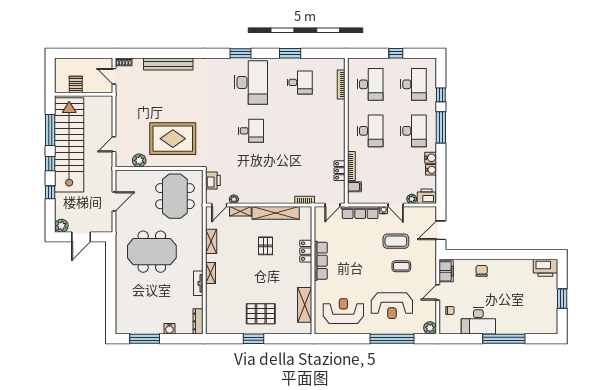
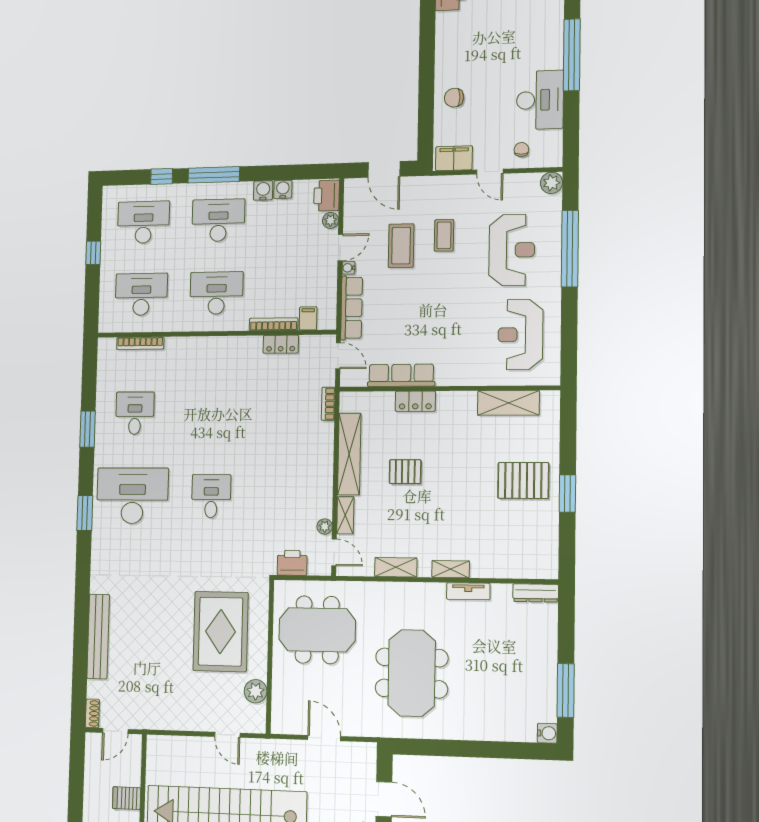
row of seats: (321, 261) -> (401, 375), moved
pallet: (261, 314) -> (523, 480), turned 90
water cooler: (169, 329) -> (547, 733), moved

